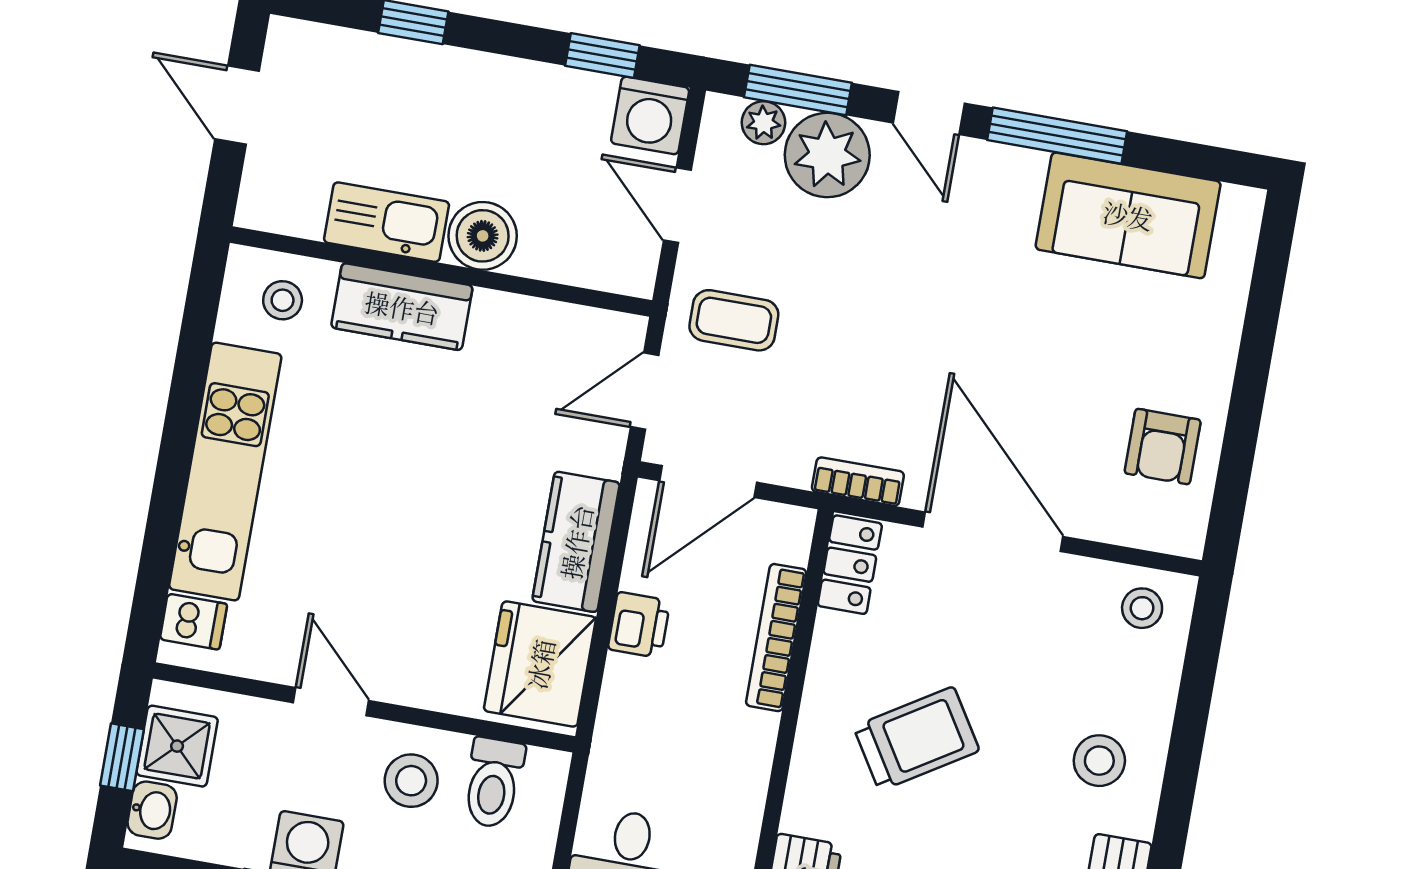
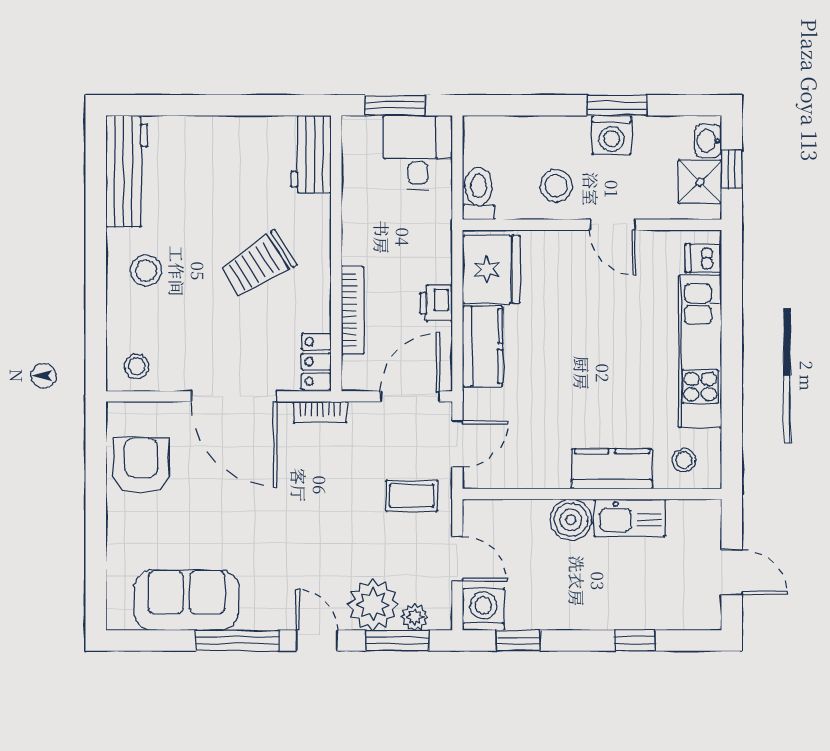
armchair: (1163, 447) -> (141, 465), width x1.38, depth x1.38
toilet: (493, 783) -> (479, 193), moved

